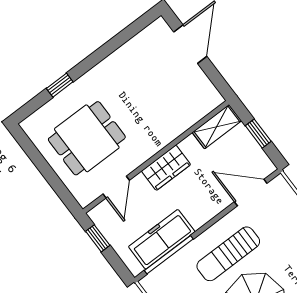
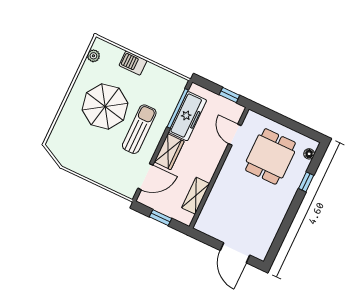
floor lamp: (38, 117) -> (309, 154), added
shelving: (217, 127) -> (196, 196), moved
wardrobe: (166, 168) -> (169, 152), moved, turned 180

